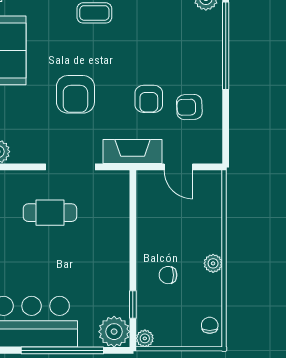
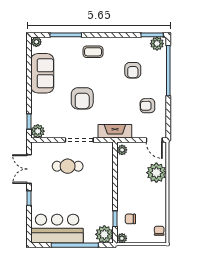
armchair: (149, 99) -> (133, 70), moved
door: (178, 167) -> (154, 140), moved
plant: (145, 184) -> (122, 150), added
plant: (213, 263) -> (156, 173), moved, width x1.88, depth x1.88
chair: (168, 275) -> (130, 219), moved

